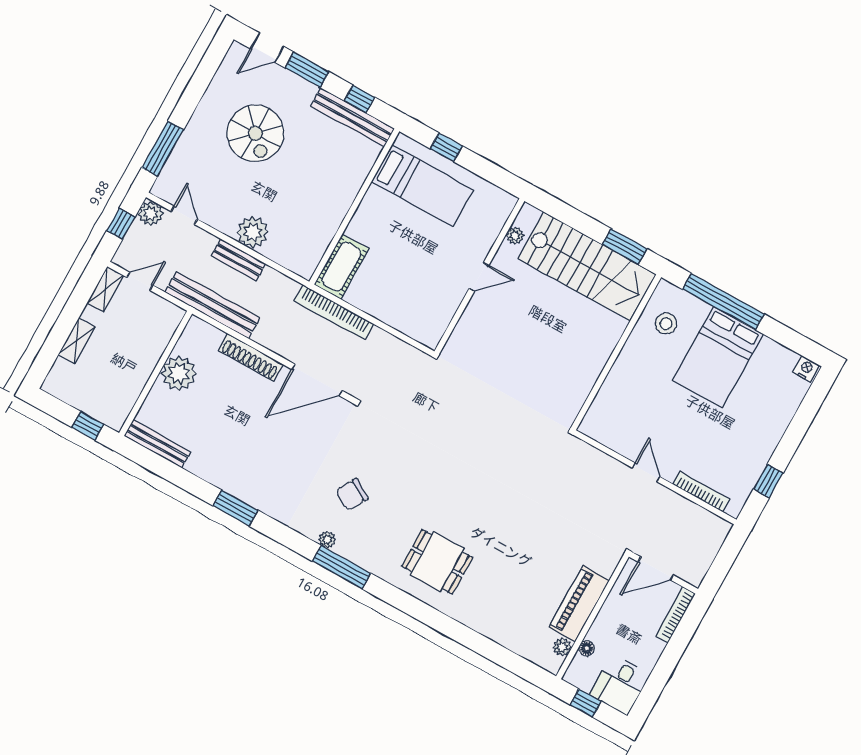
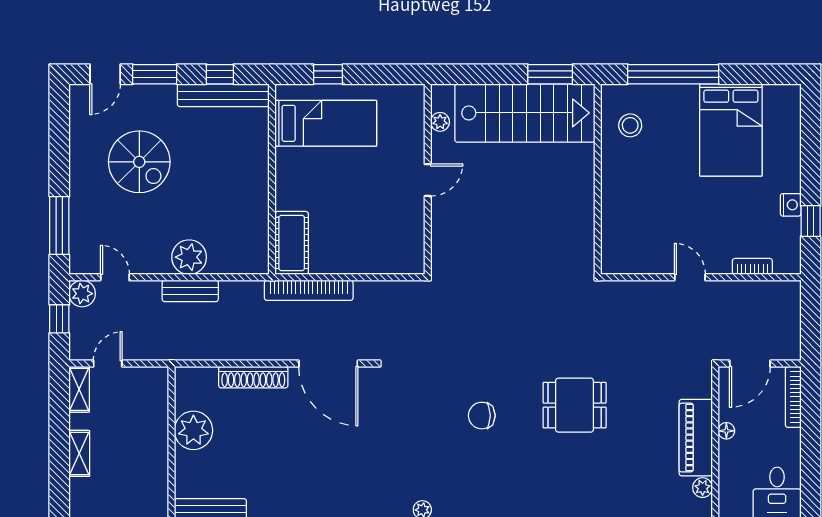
bench: (212, 305) -> (189, 348), removed
bed: (718, 357) -> (731, 130), moved
nightstand: (806, 369) -> (791, 205), moved, turned 90
door: (317, 380) -> (328, 364), hinge flipped
bookcase: (701, 492) -> (752, 266), width x0.64
chair: (352, 495) -> (482, 416), moved, turned 60
dining table: (437, 562) -> (575, 405), moved
floor lamp: (587, 648) -> (726, 431), moved

